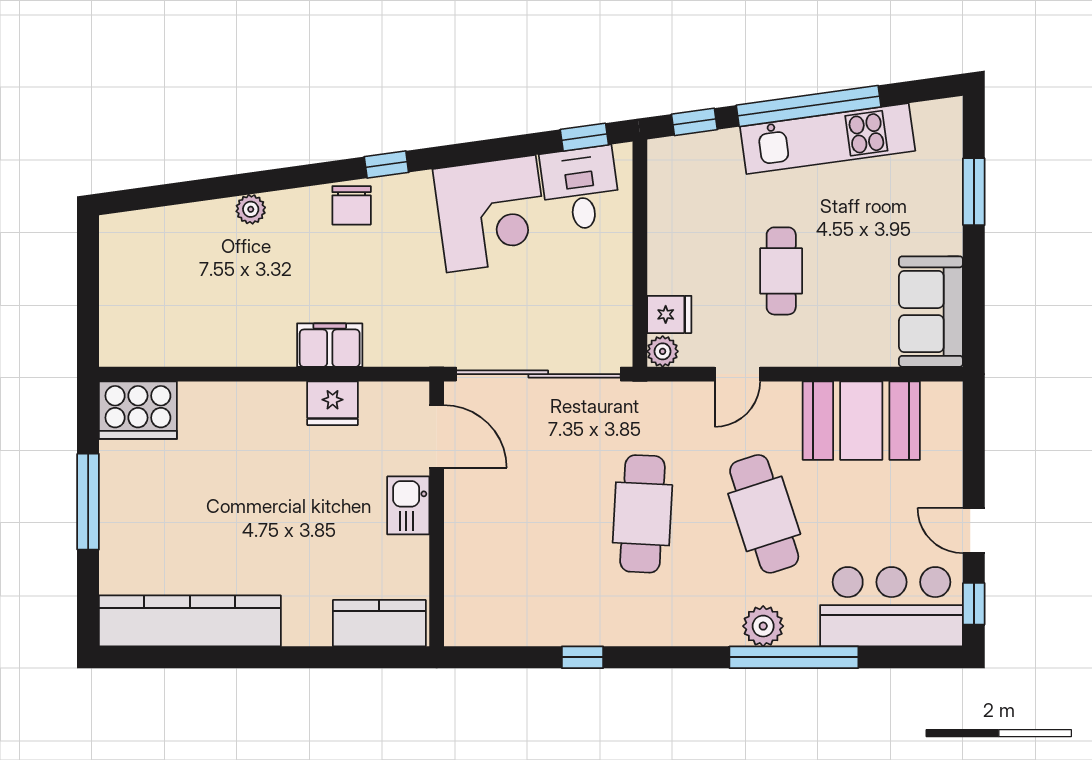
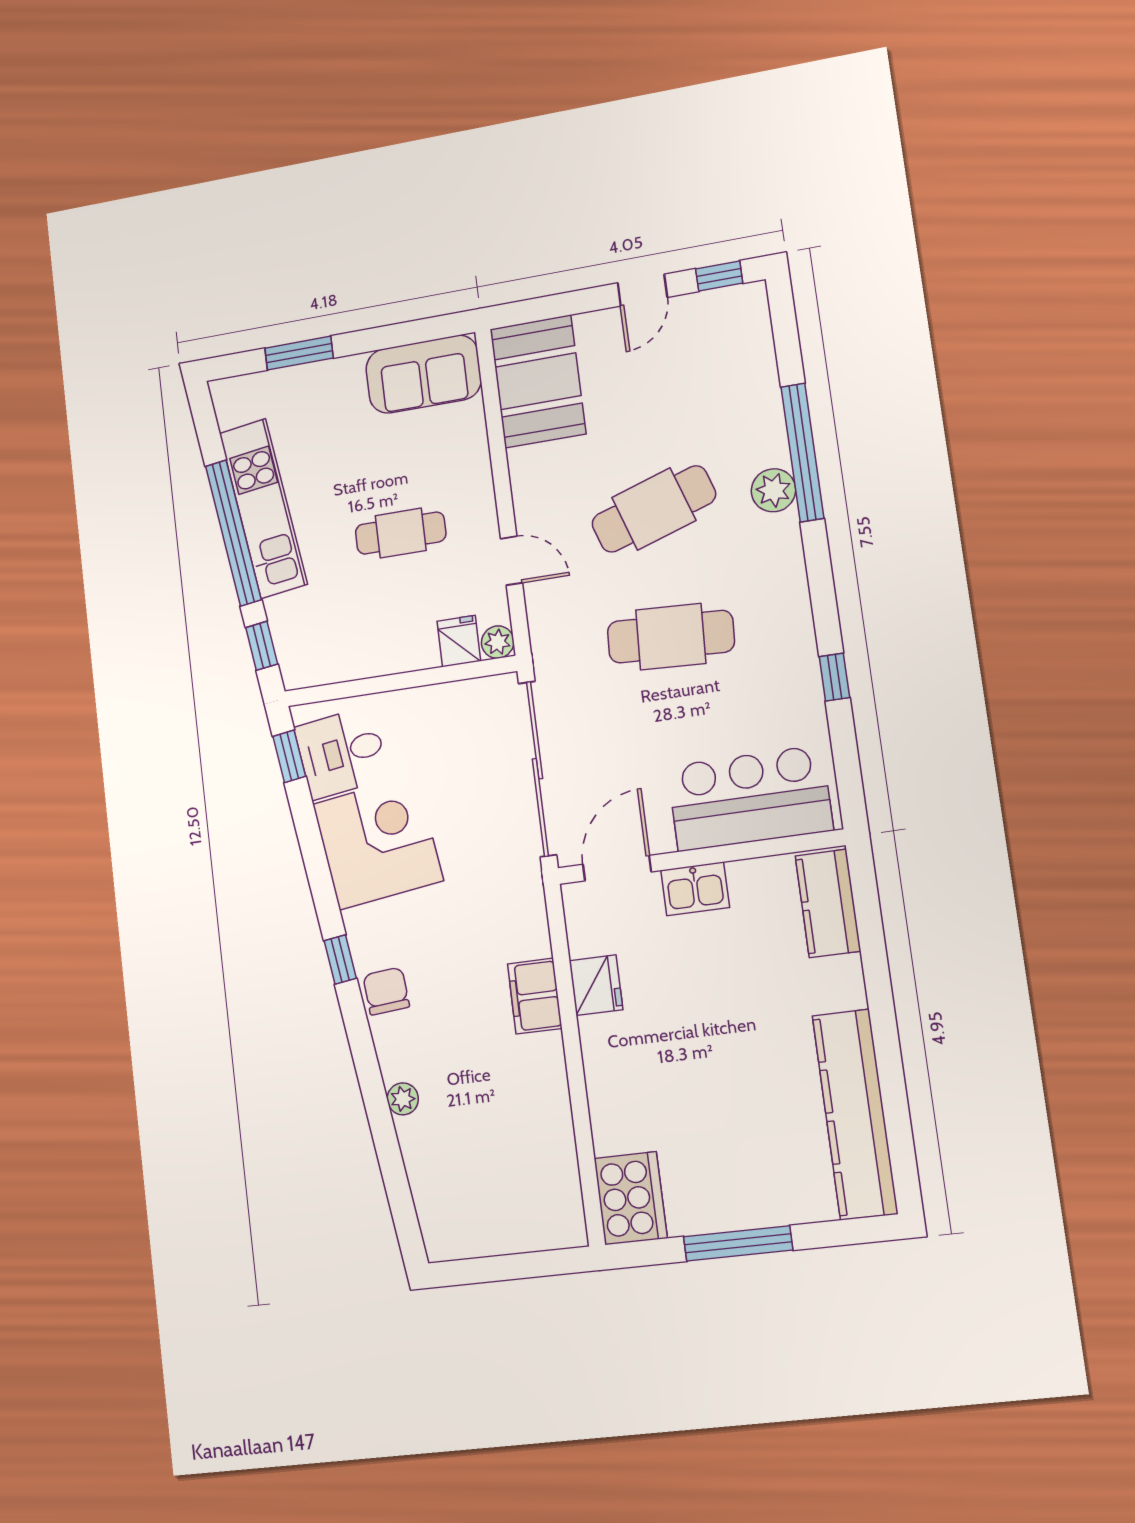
chair: (352, 205) -> (386, 991), turned -95
booth: (861, 421) -> (538, 381), moved
bar counter: (891, 607) -> (750, 798), moved, turned 90

